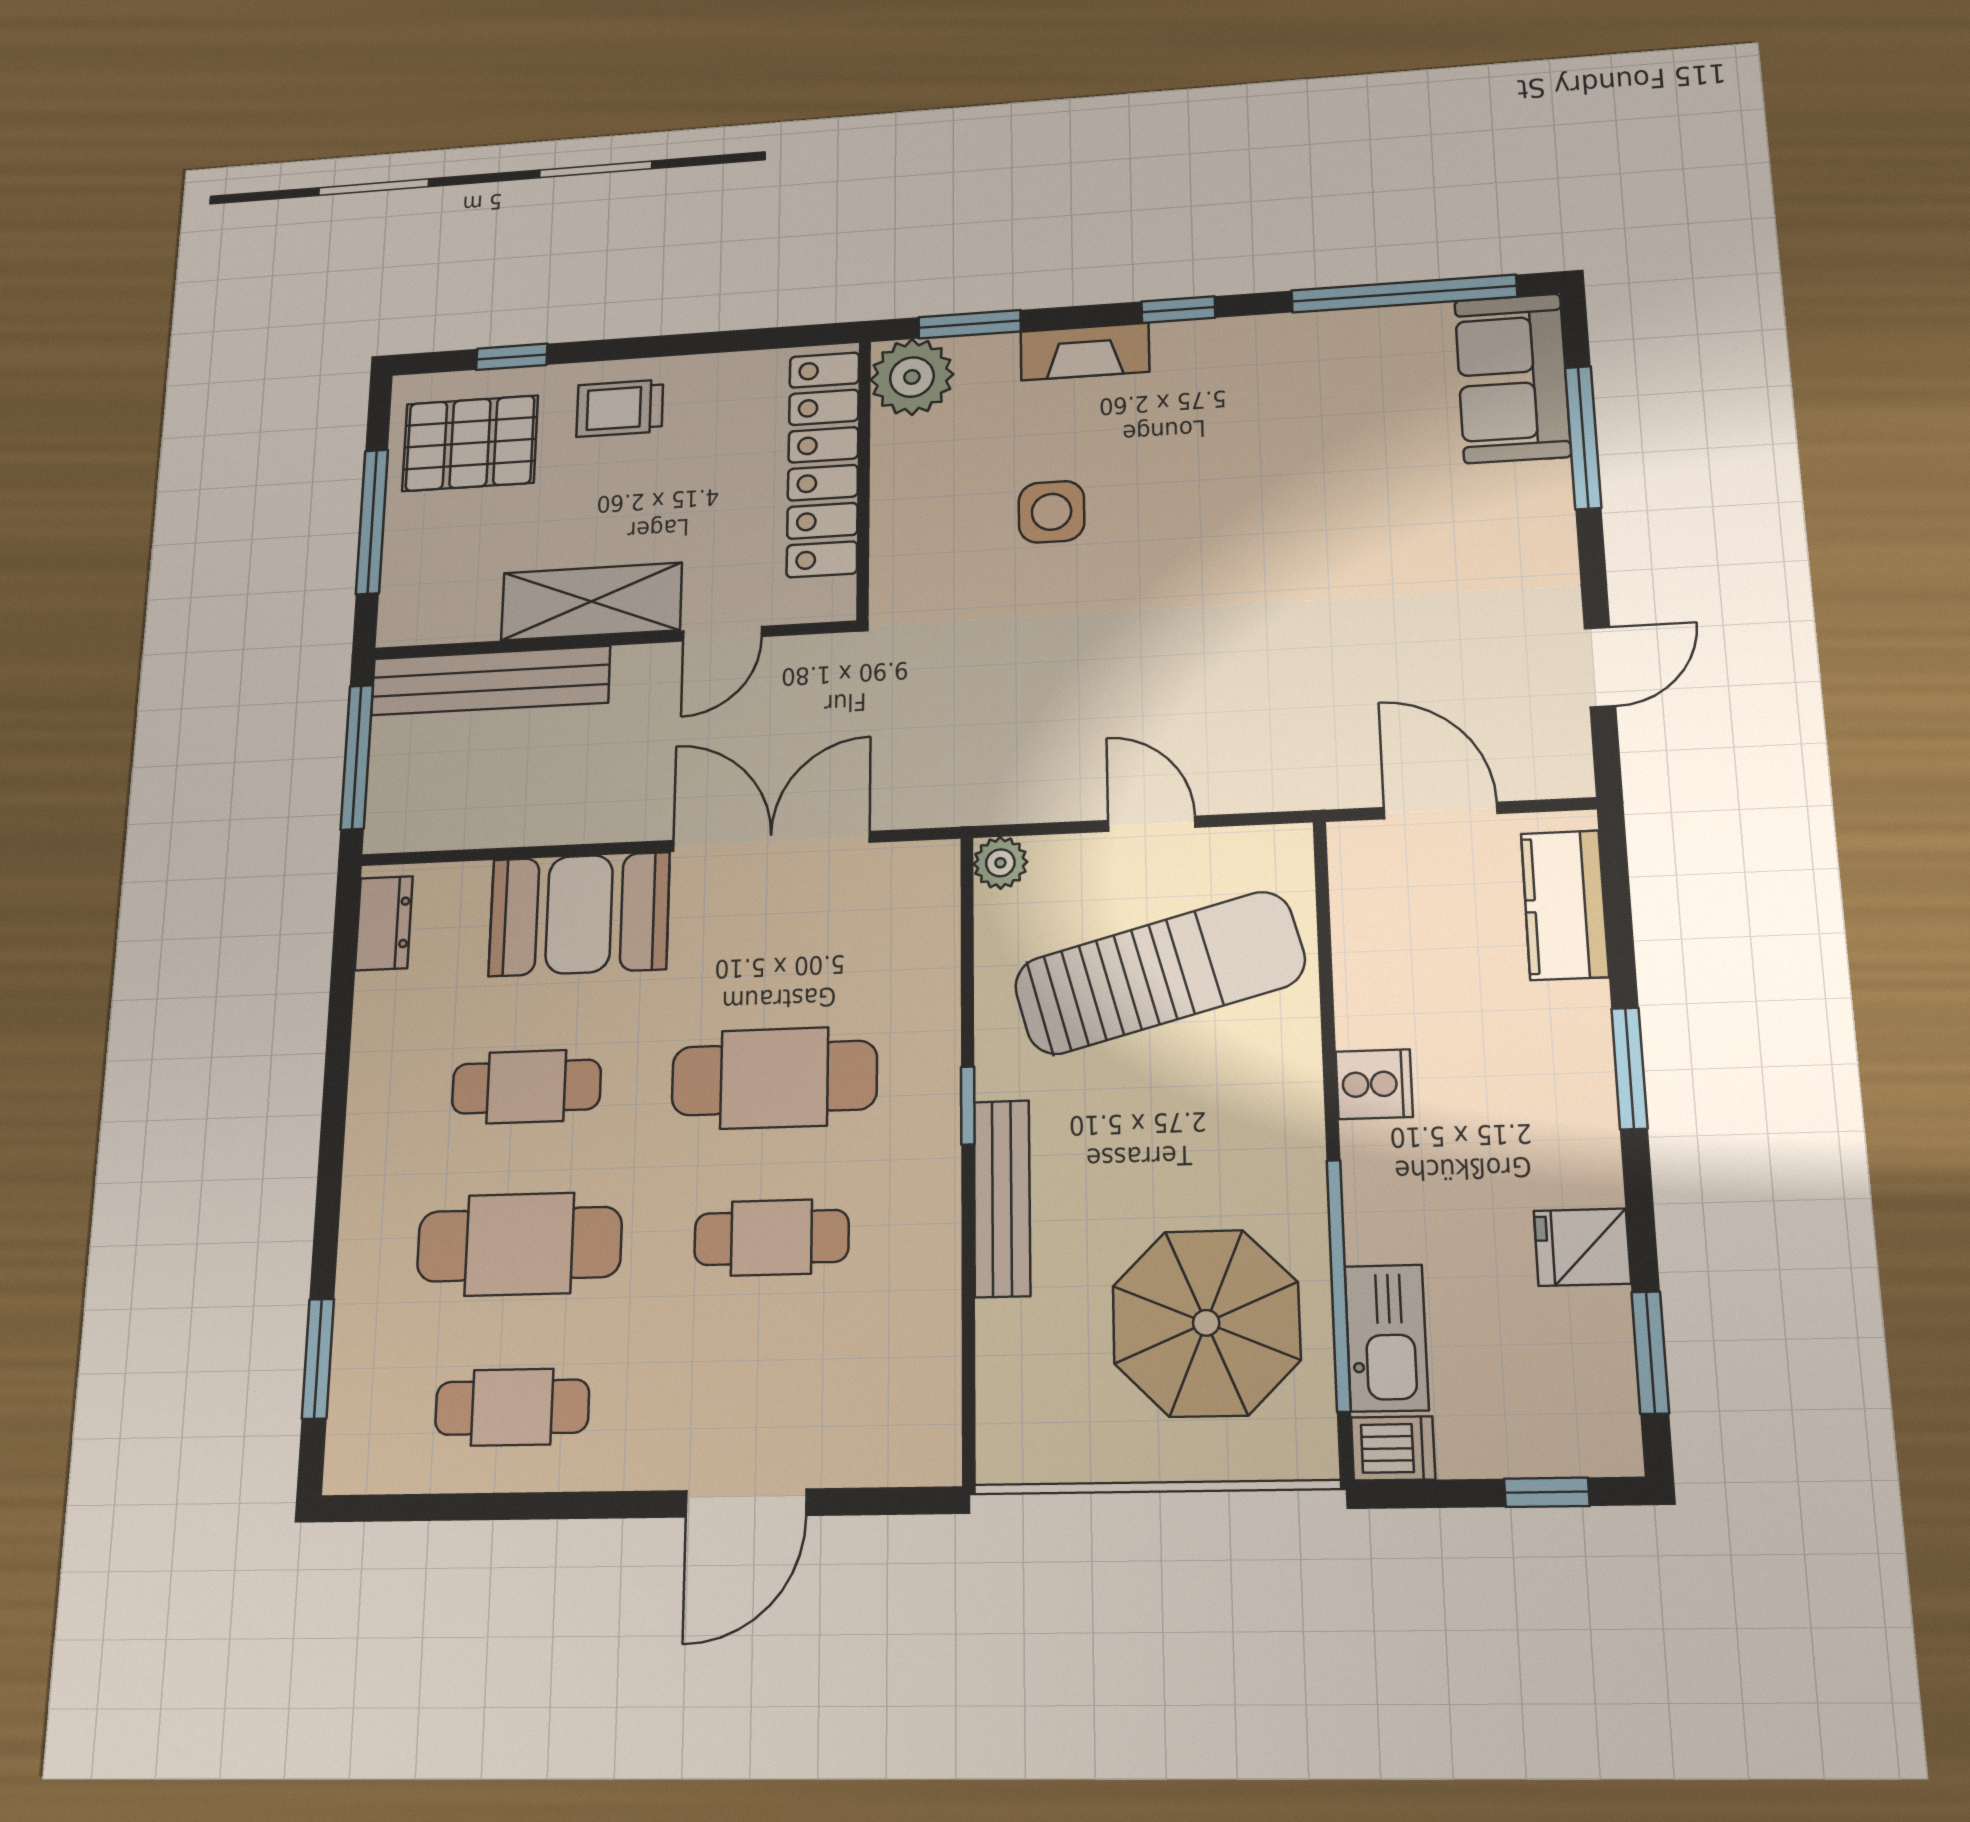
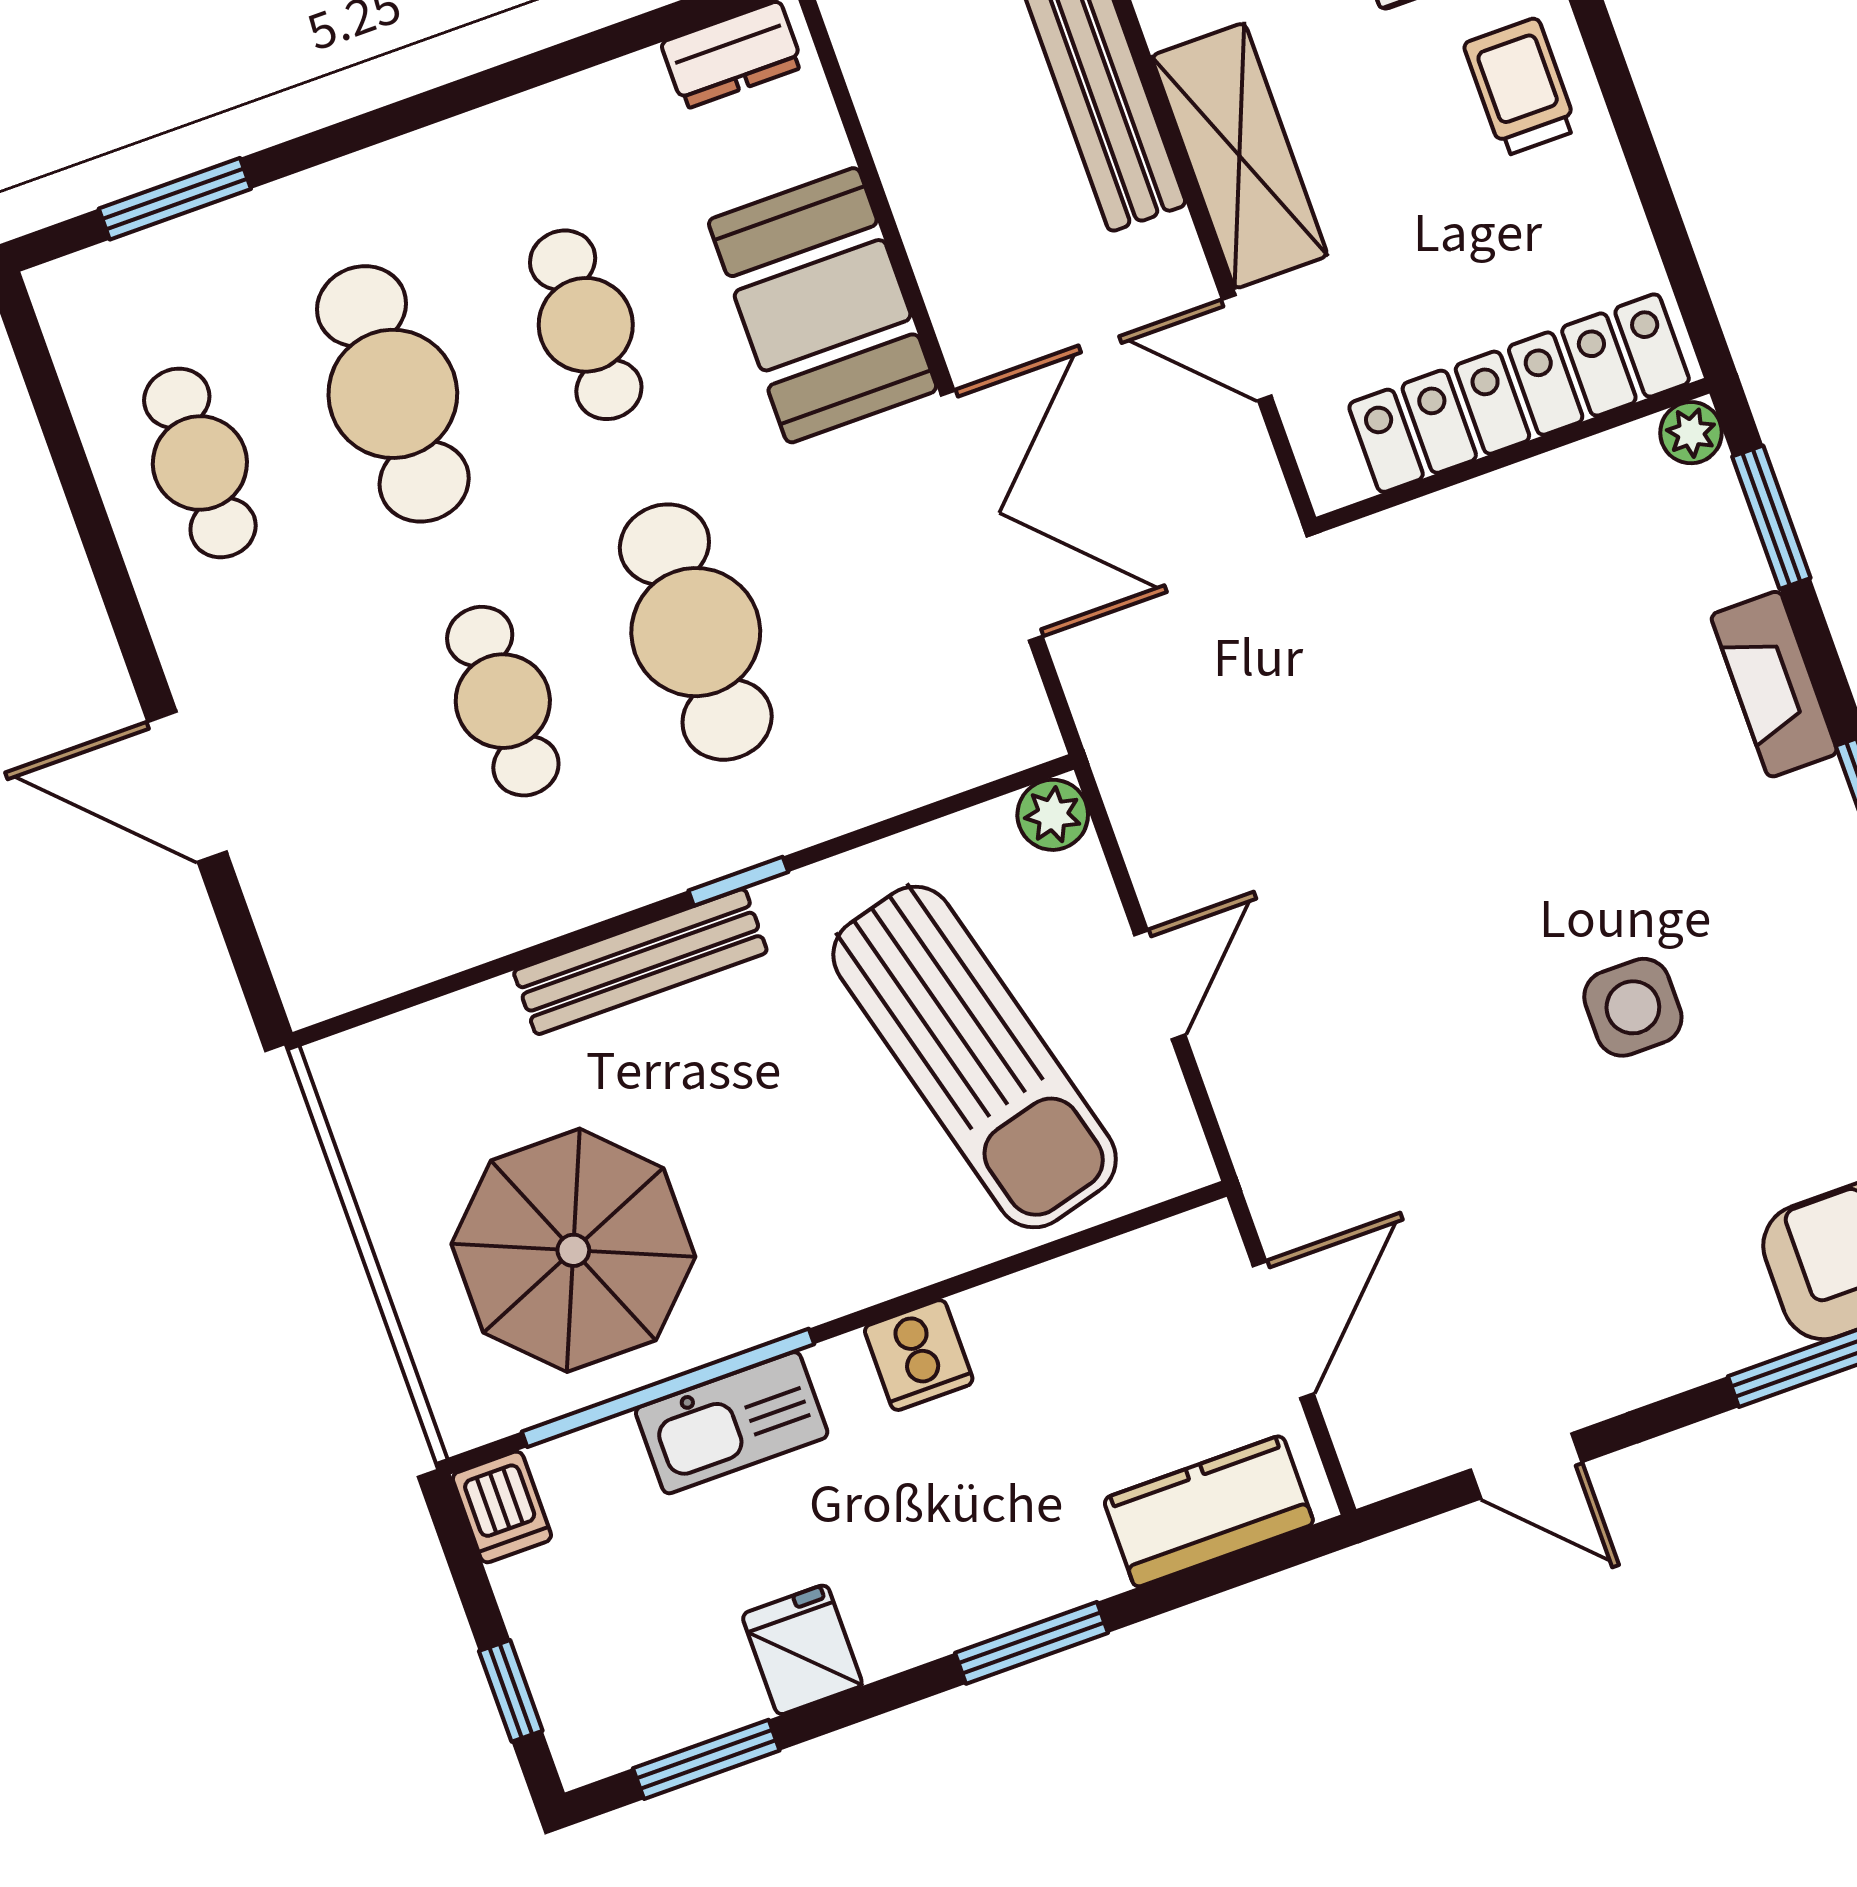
plant: (912, 377) -> (1691, 433), width x0.53, depth x0.53
side table: (1052, 512) -> (1633, 1007), moved
kitchen sink: (1386, 1338) -> (732, 1423), moved

